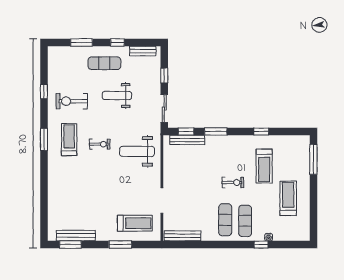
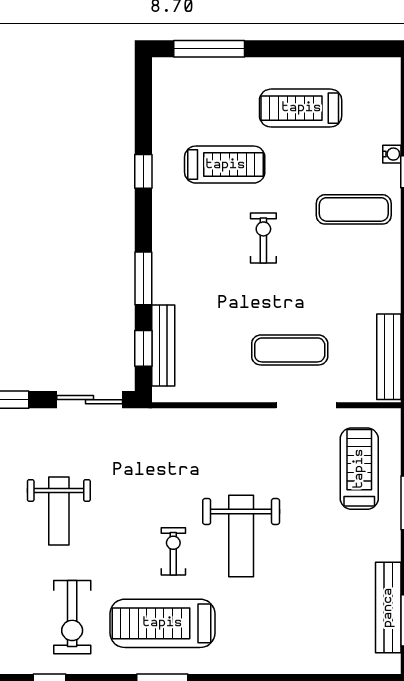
treadmill: (69, 140) -> (162, 623), width x1.37, depth x1.38
weight bench: (137, 151) -> (241, 536), moved
exercise mat: (225, 220) -> (290, 350), moved

